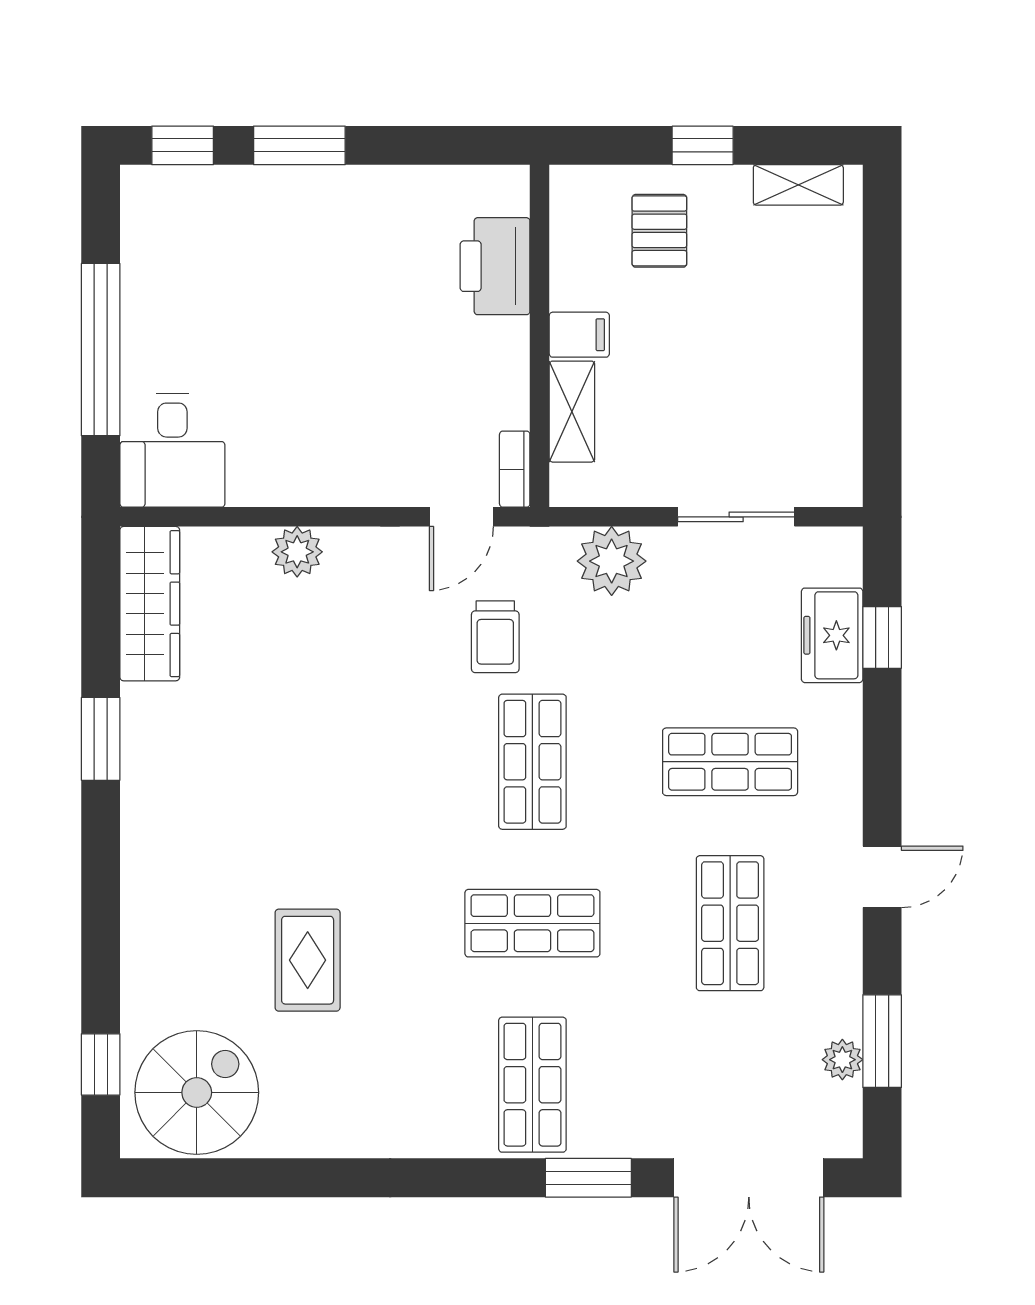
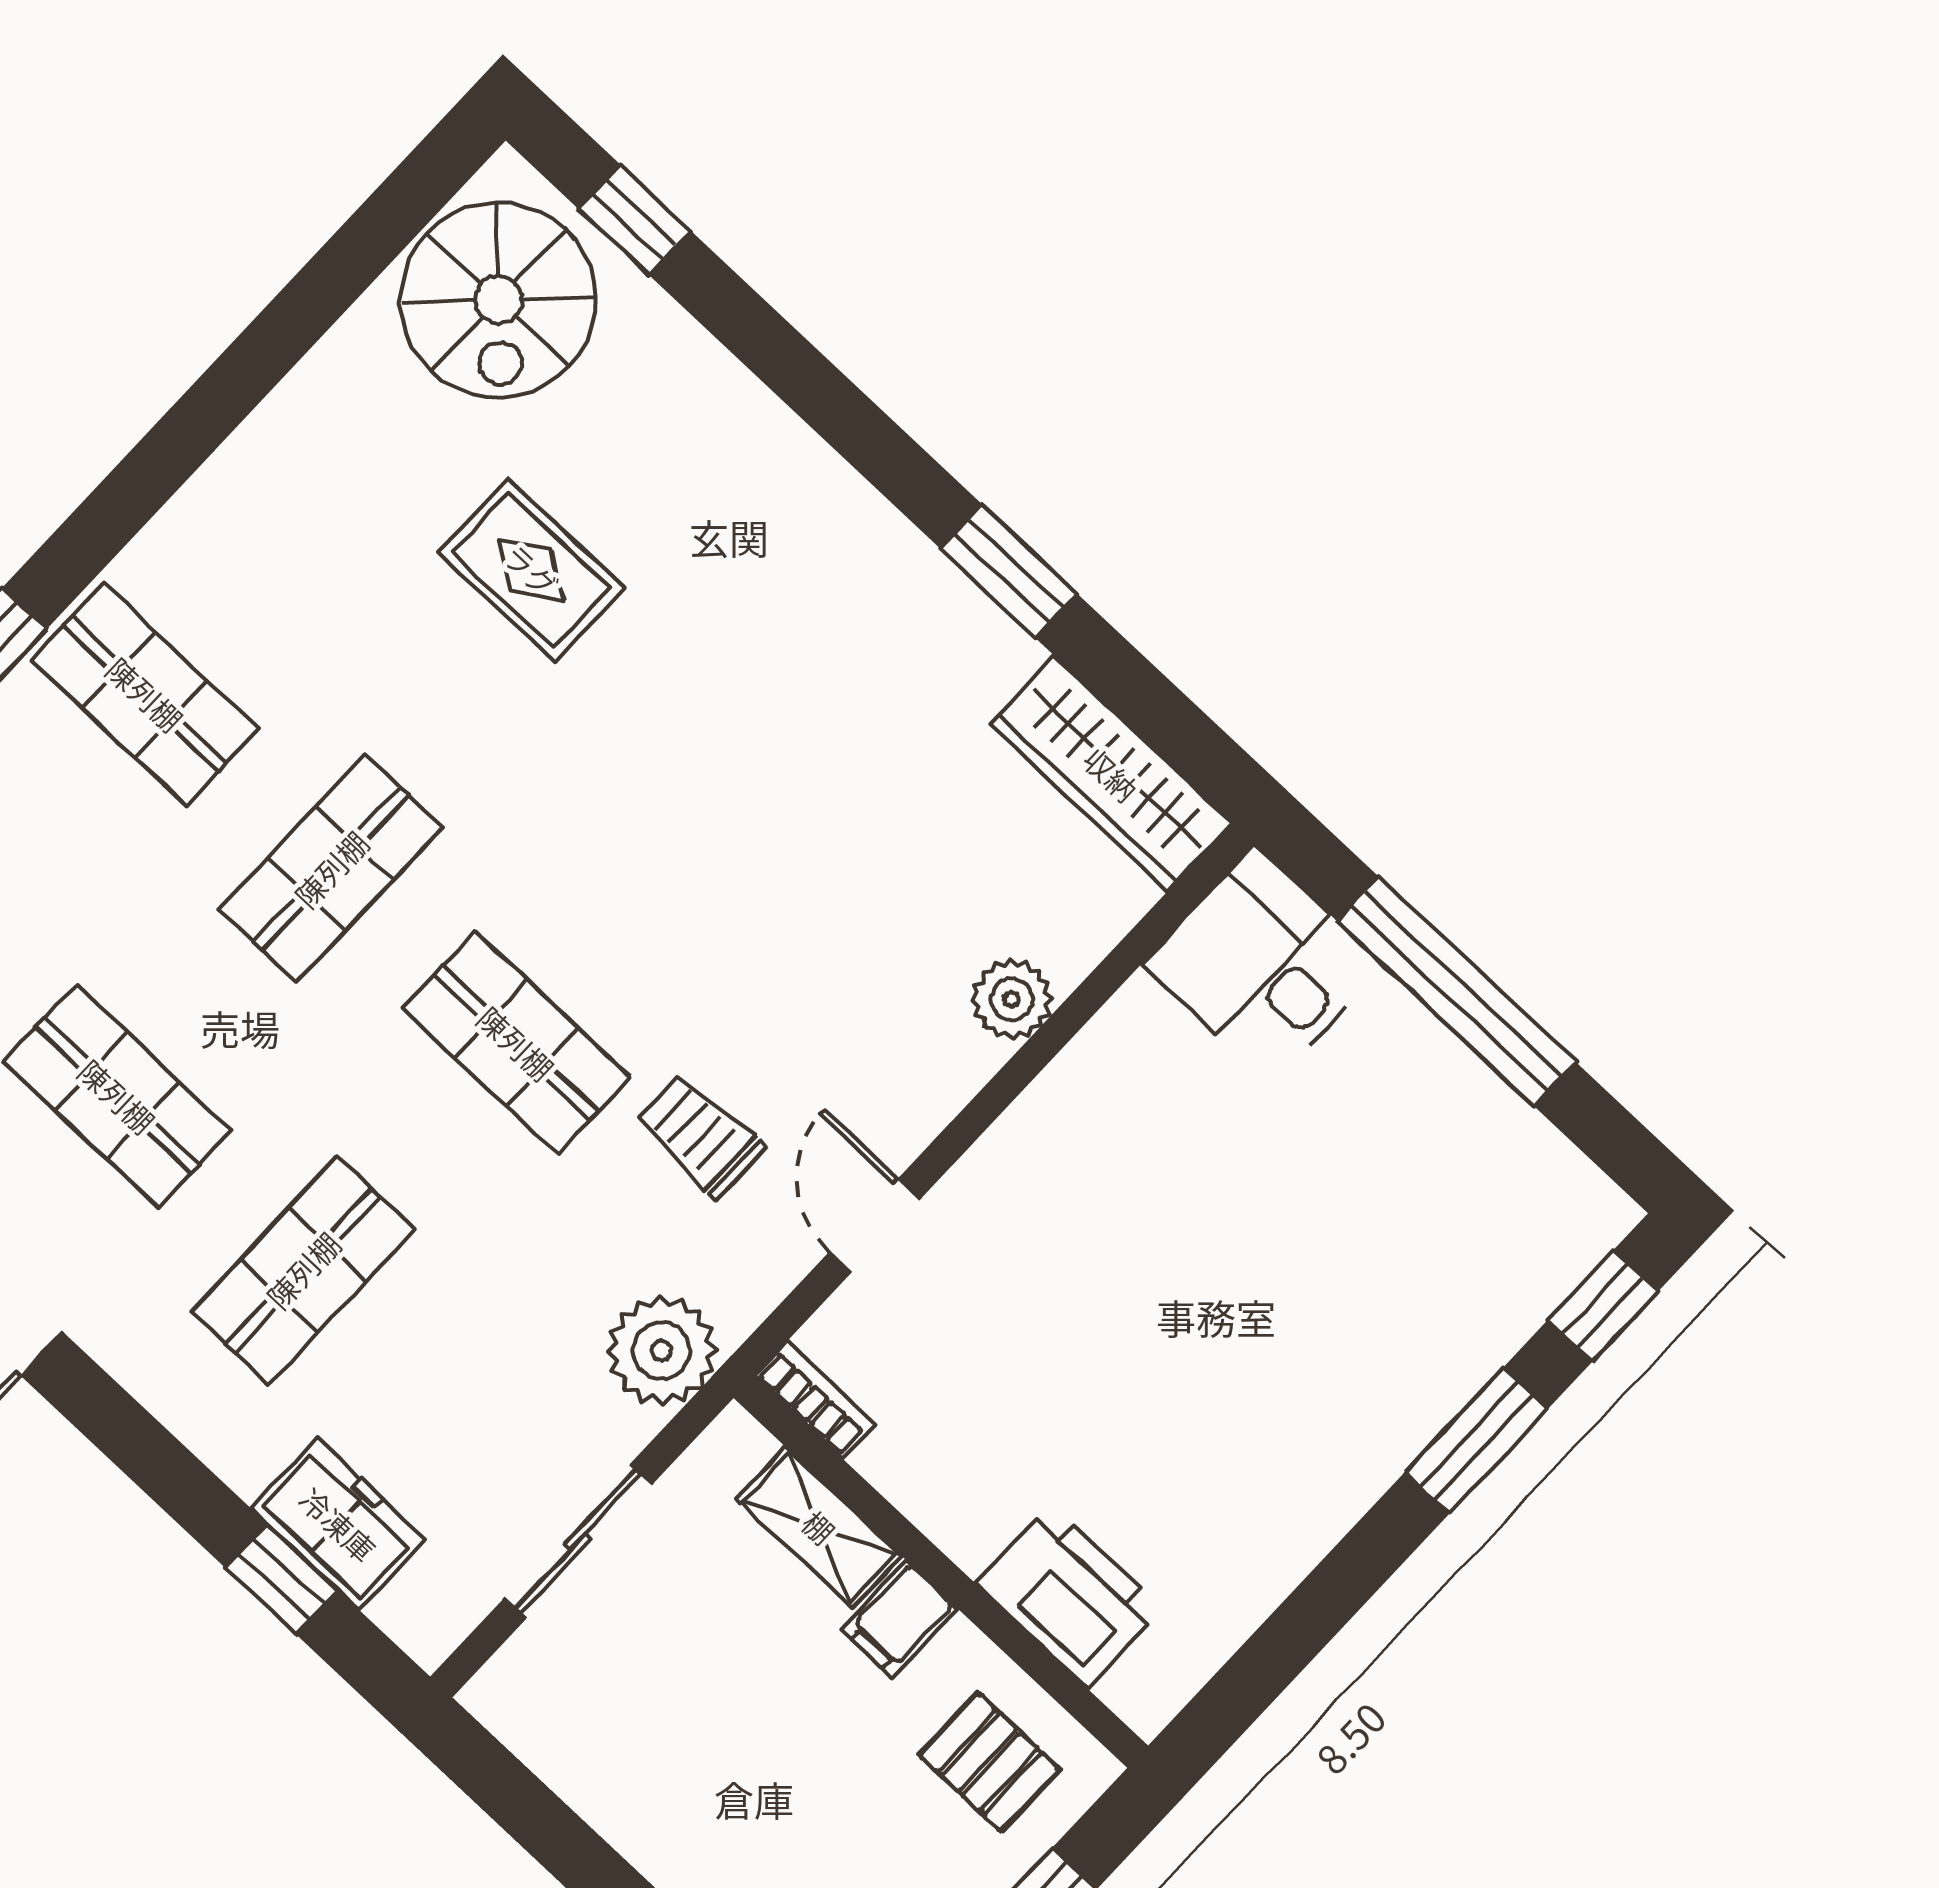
printer: (495, 266) -> (1069, 1596), moved
filing cabinet: (579, 335) -> (899, 1619), moved
wall: (540, 336) -> (941, 1572), moved
shelving: (572, 412) -> (819, 1527), moved
bookcase: (515, 469) -> (815, 1399), moved

